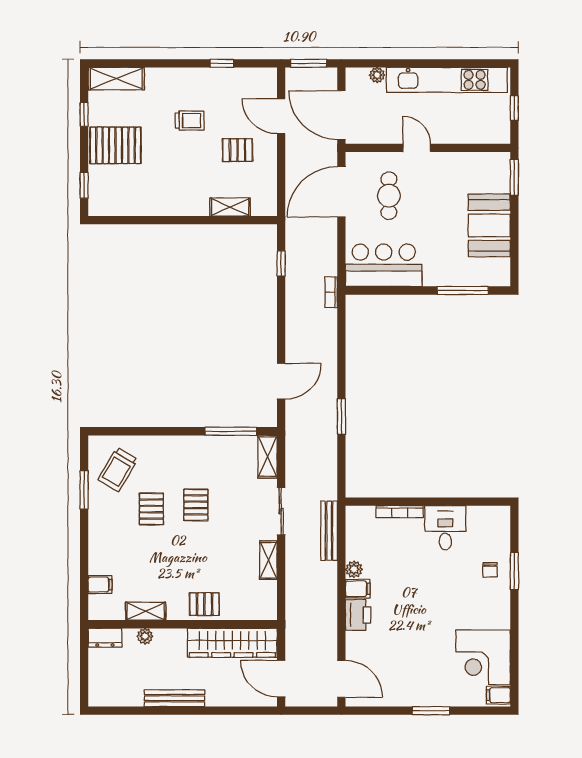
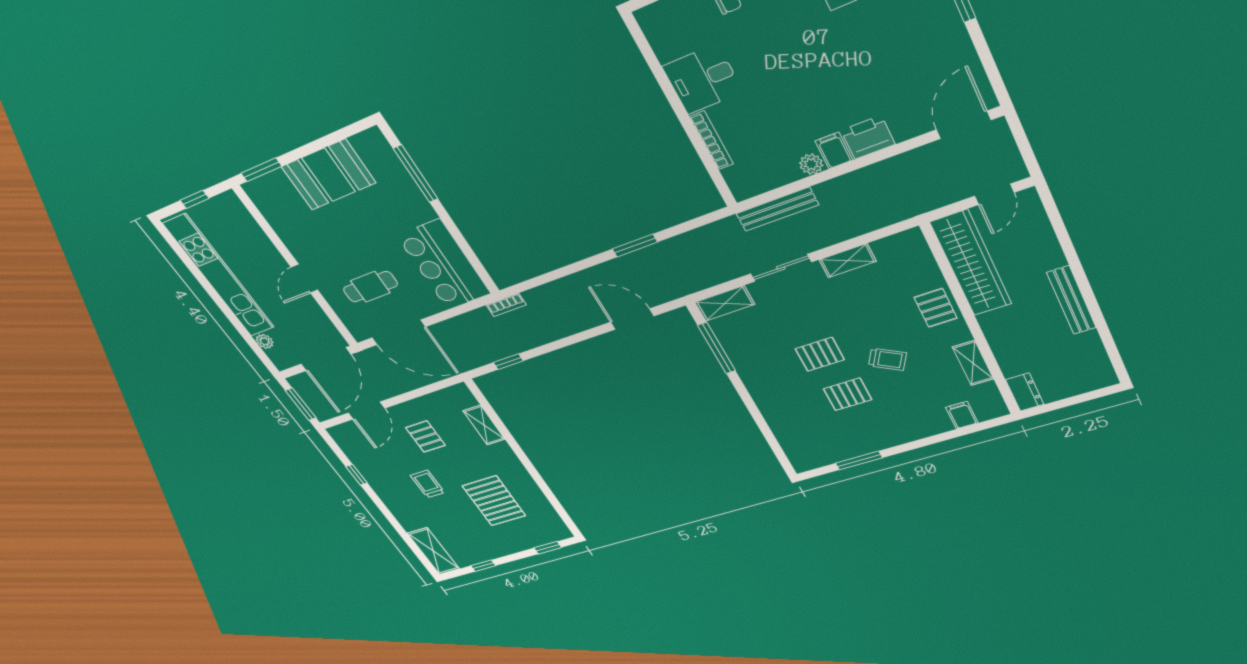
pallet: (115, 145) -> (494, 501), moved
trolley: (118, 469) -> (887, 359), moved, width x0.73, depth x0.72
plant: (145, 636) -> (1005, 354), removed
door: (281, 679) -> (994, 194), width x0.73

